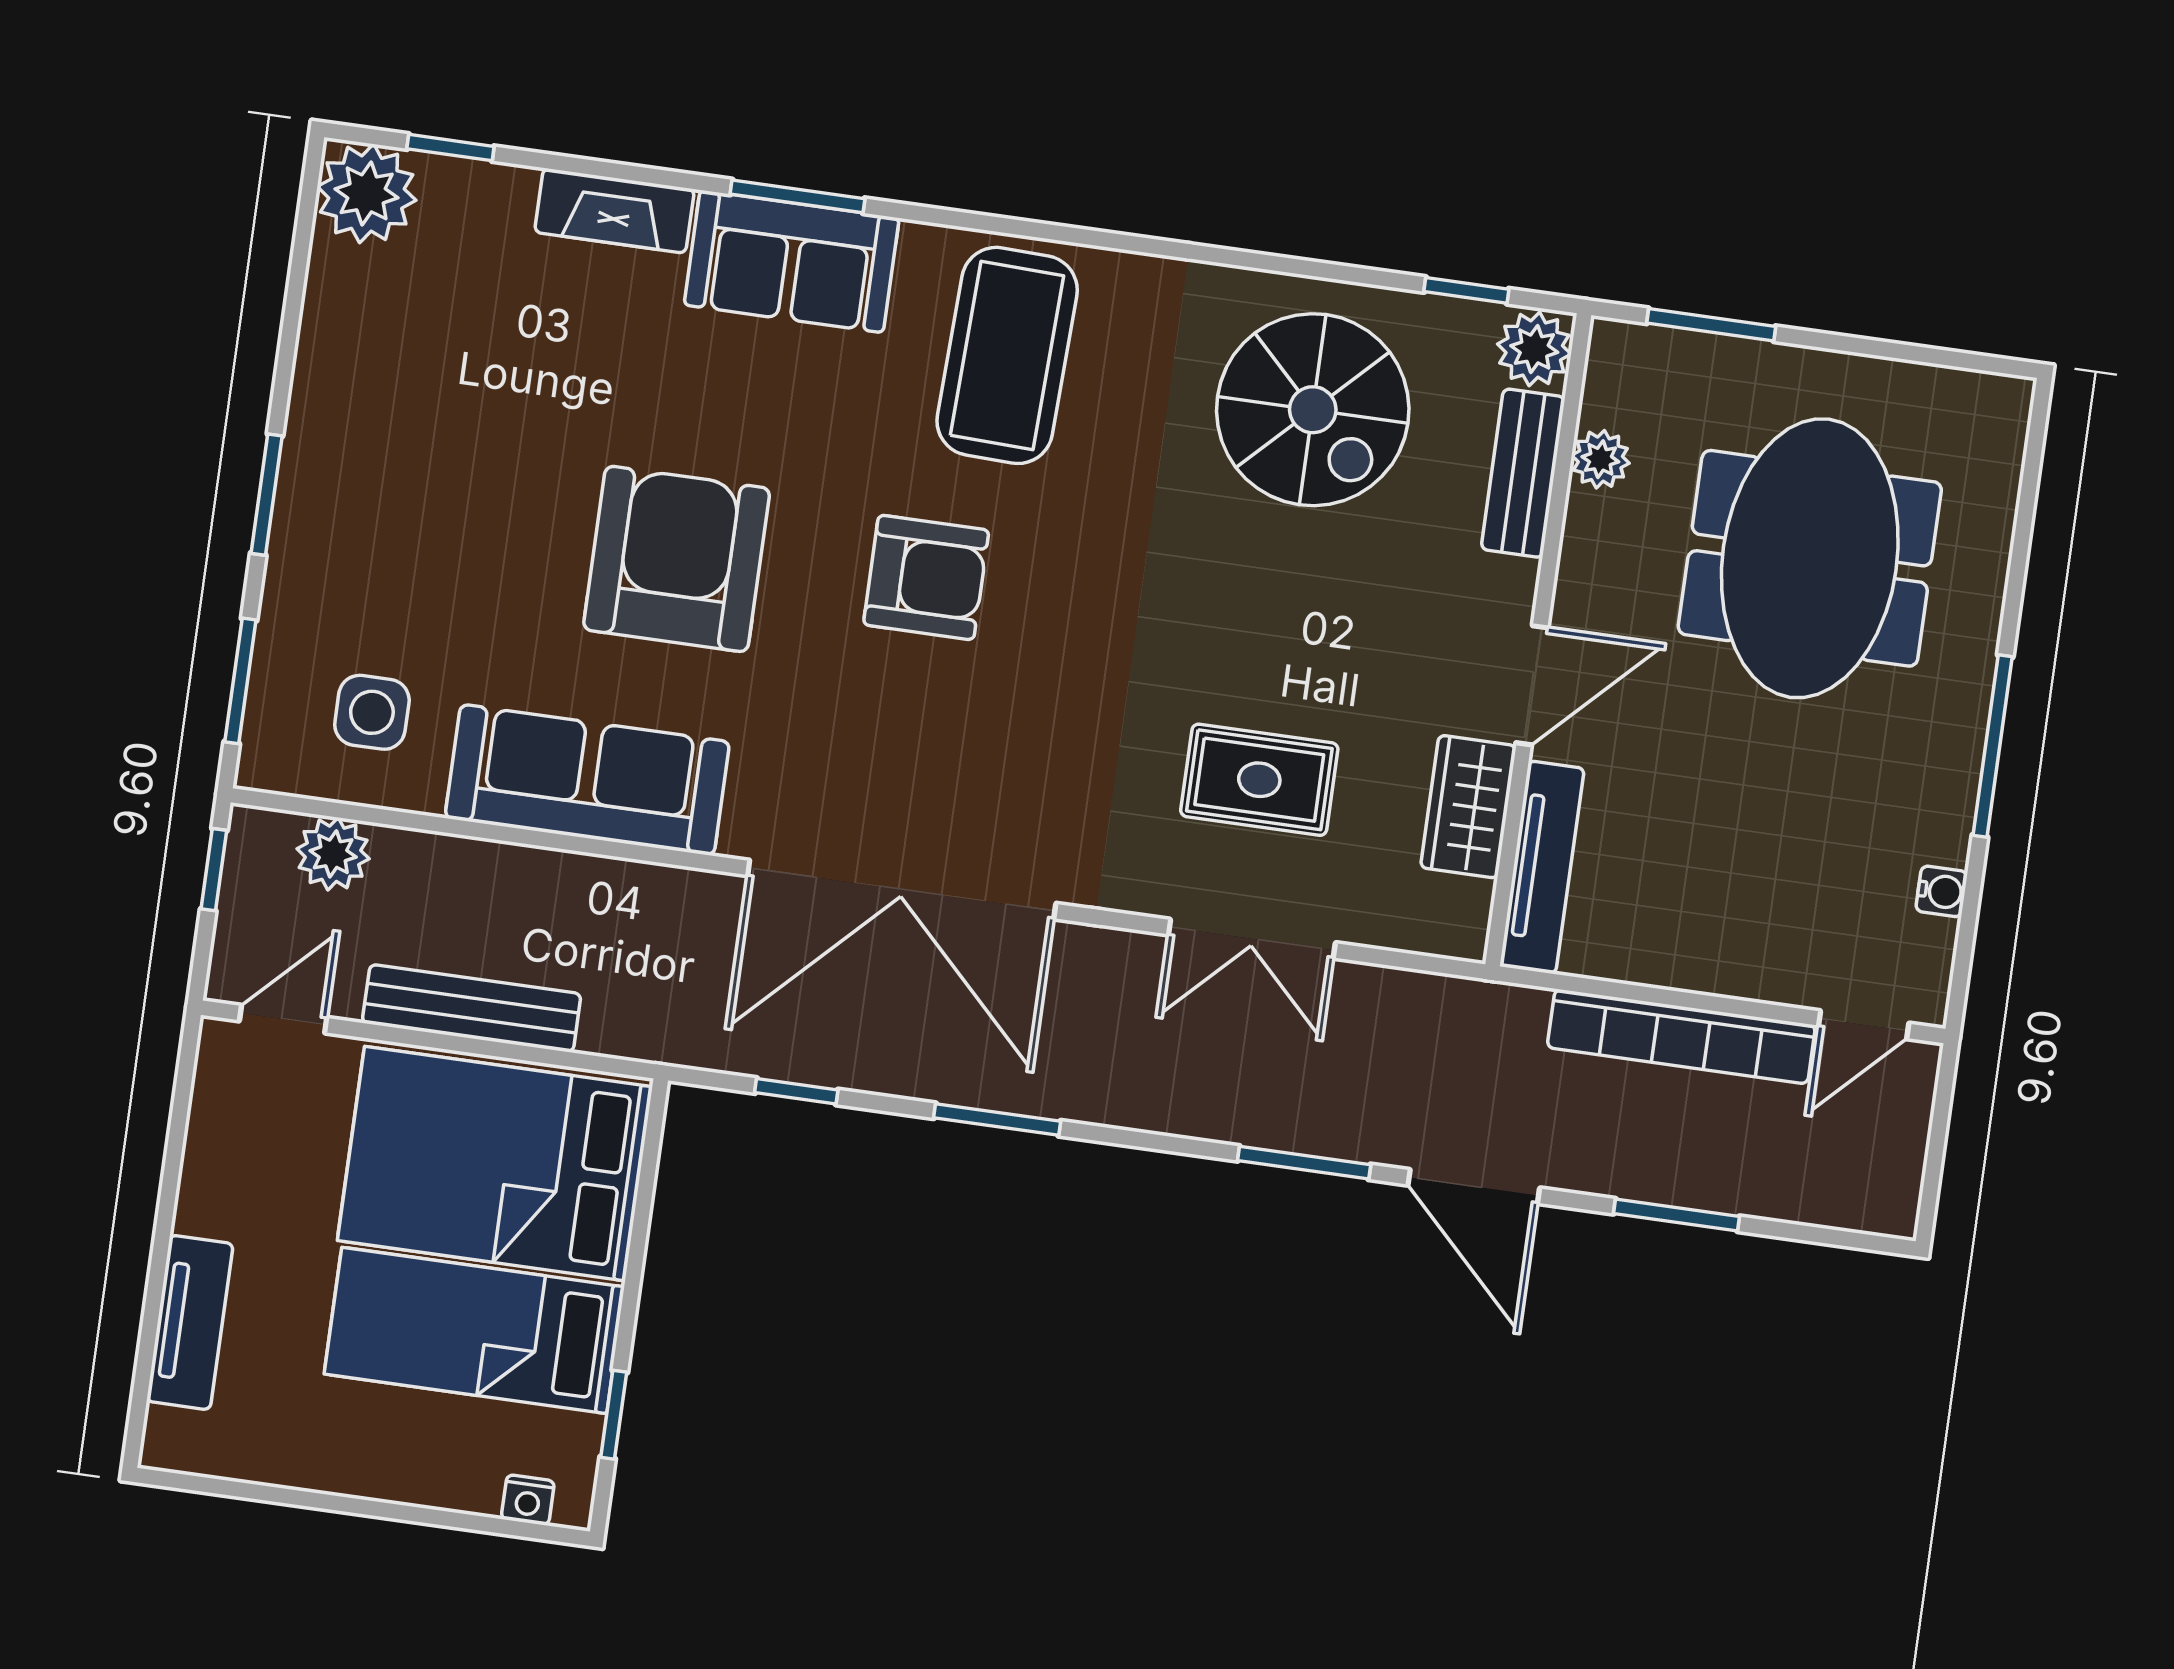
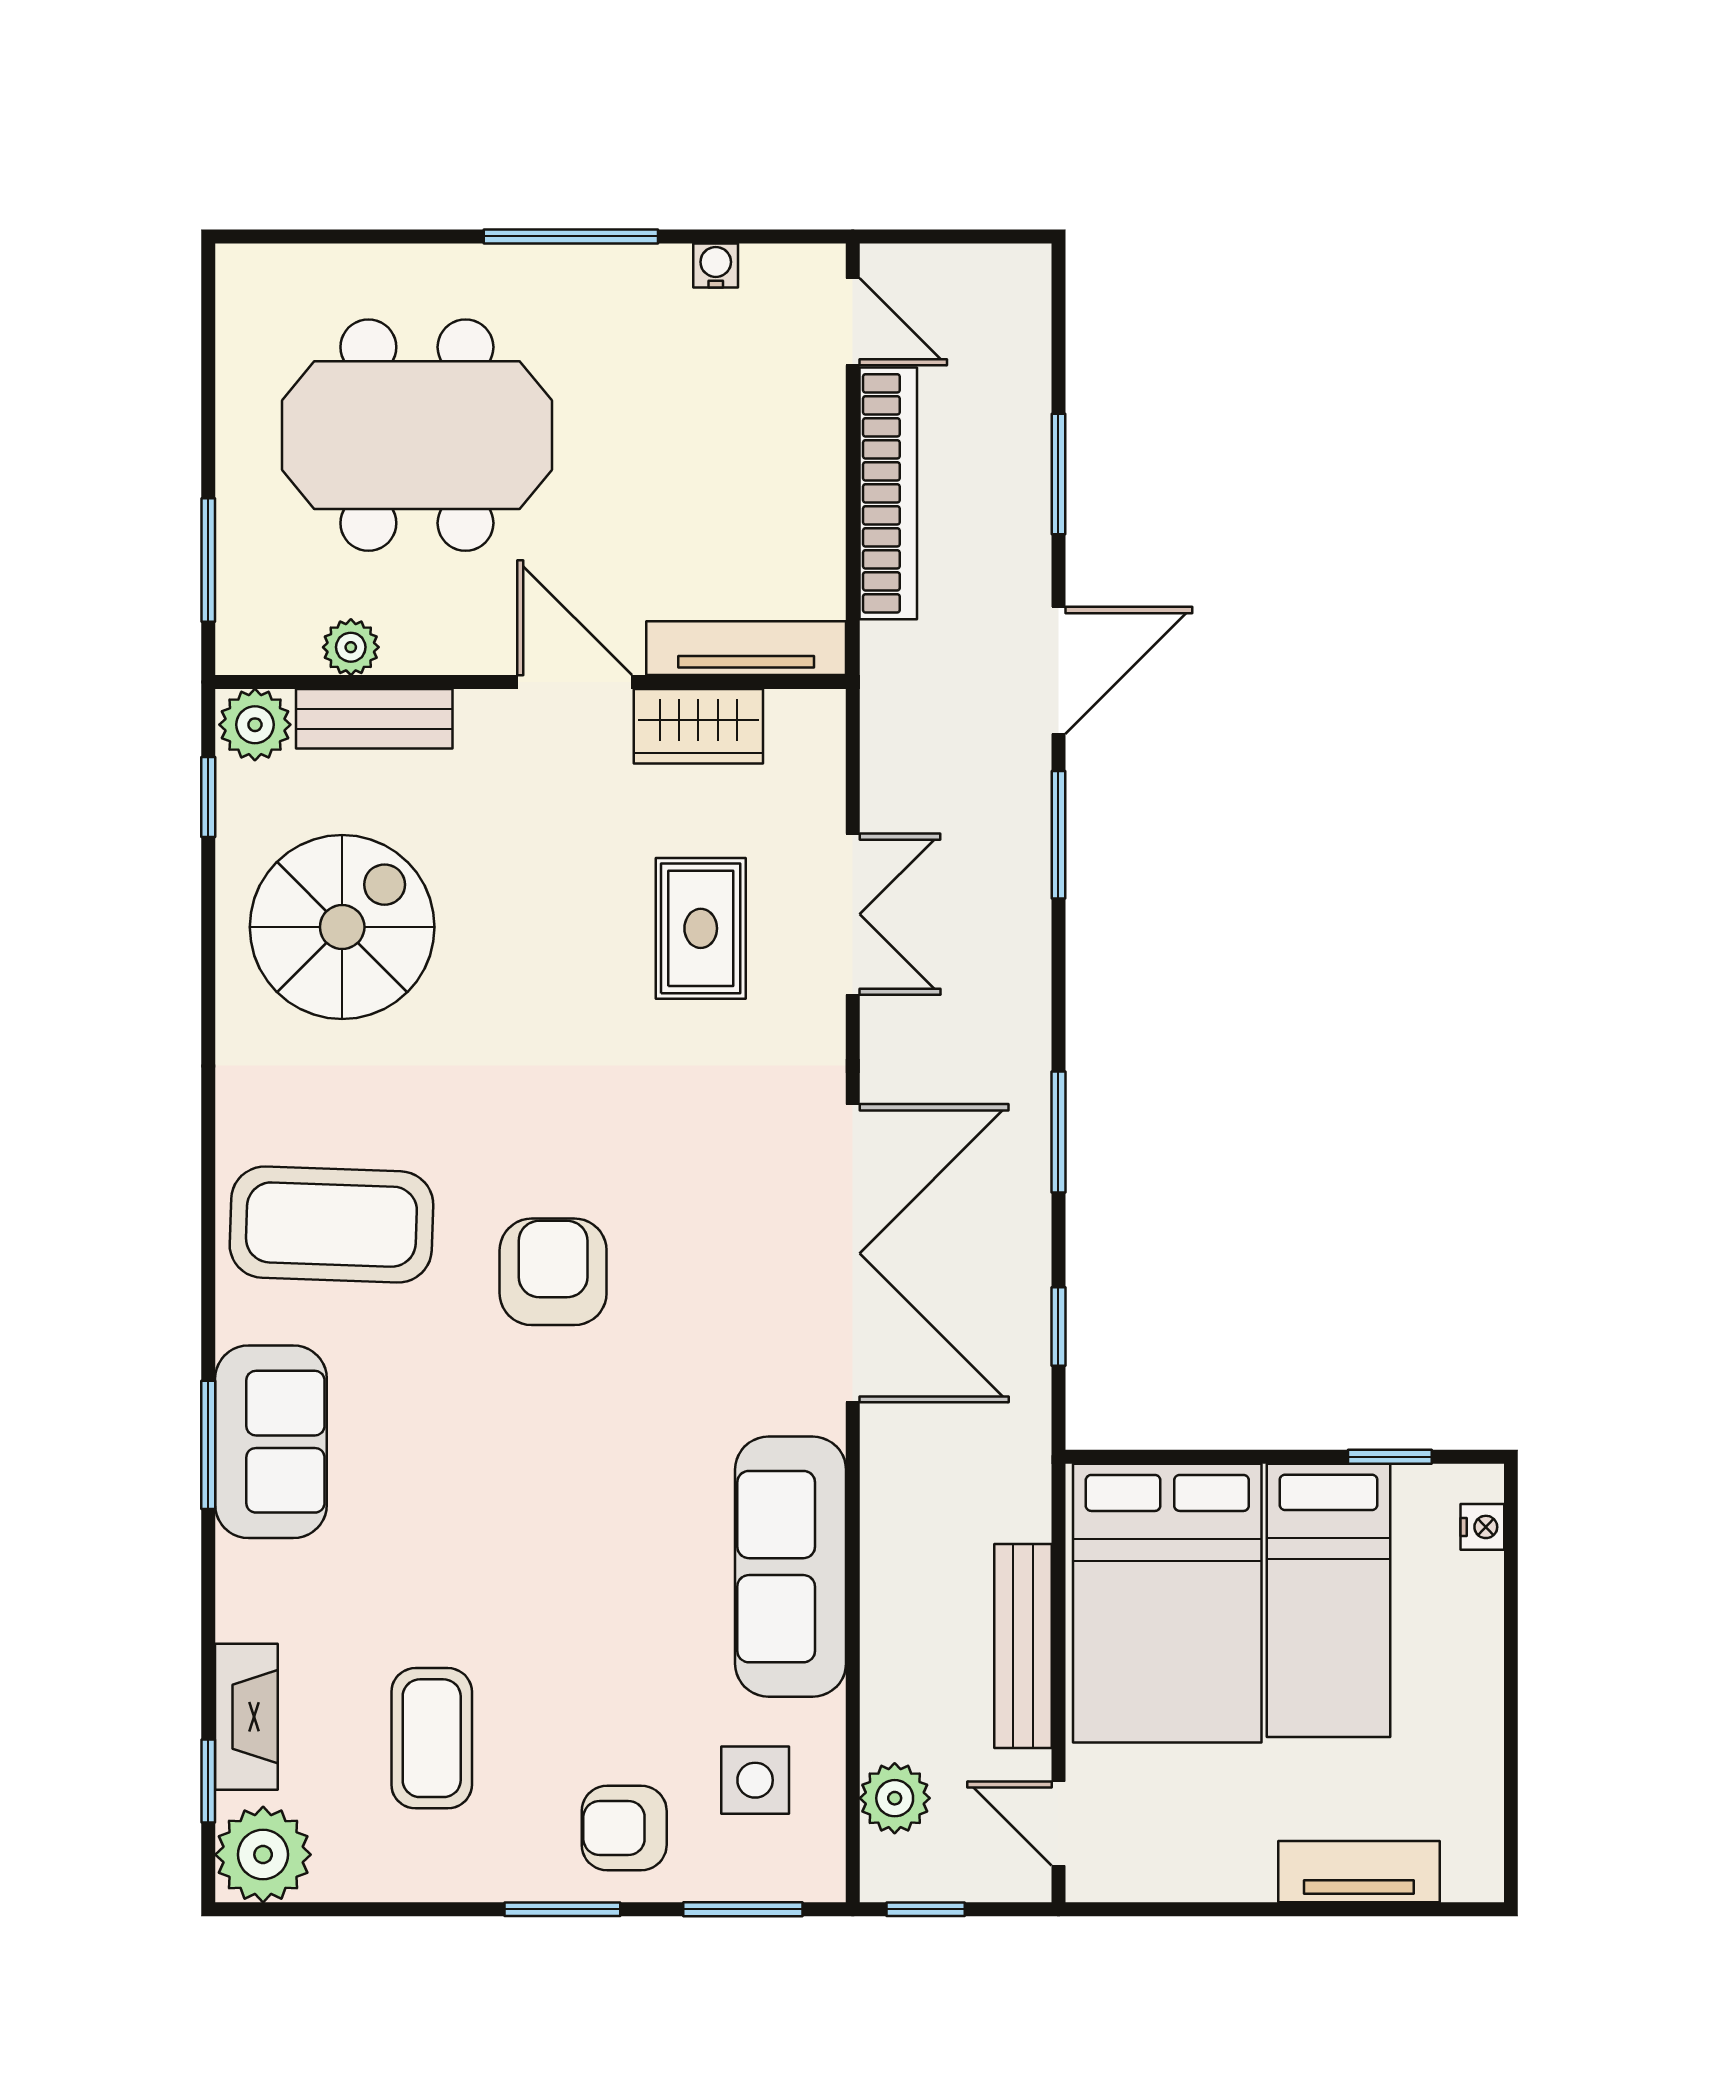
fireplace: (614, 211) -> (246, 1717), moved
coffee table: (462, 384) -> (432, 1738), added
armchair: (677, 559) -> (624, 1828), moved, width x0.53, depth x0.53

